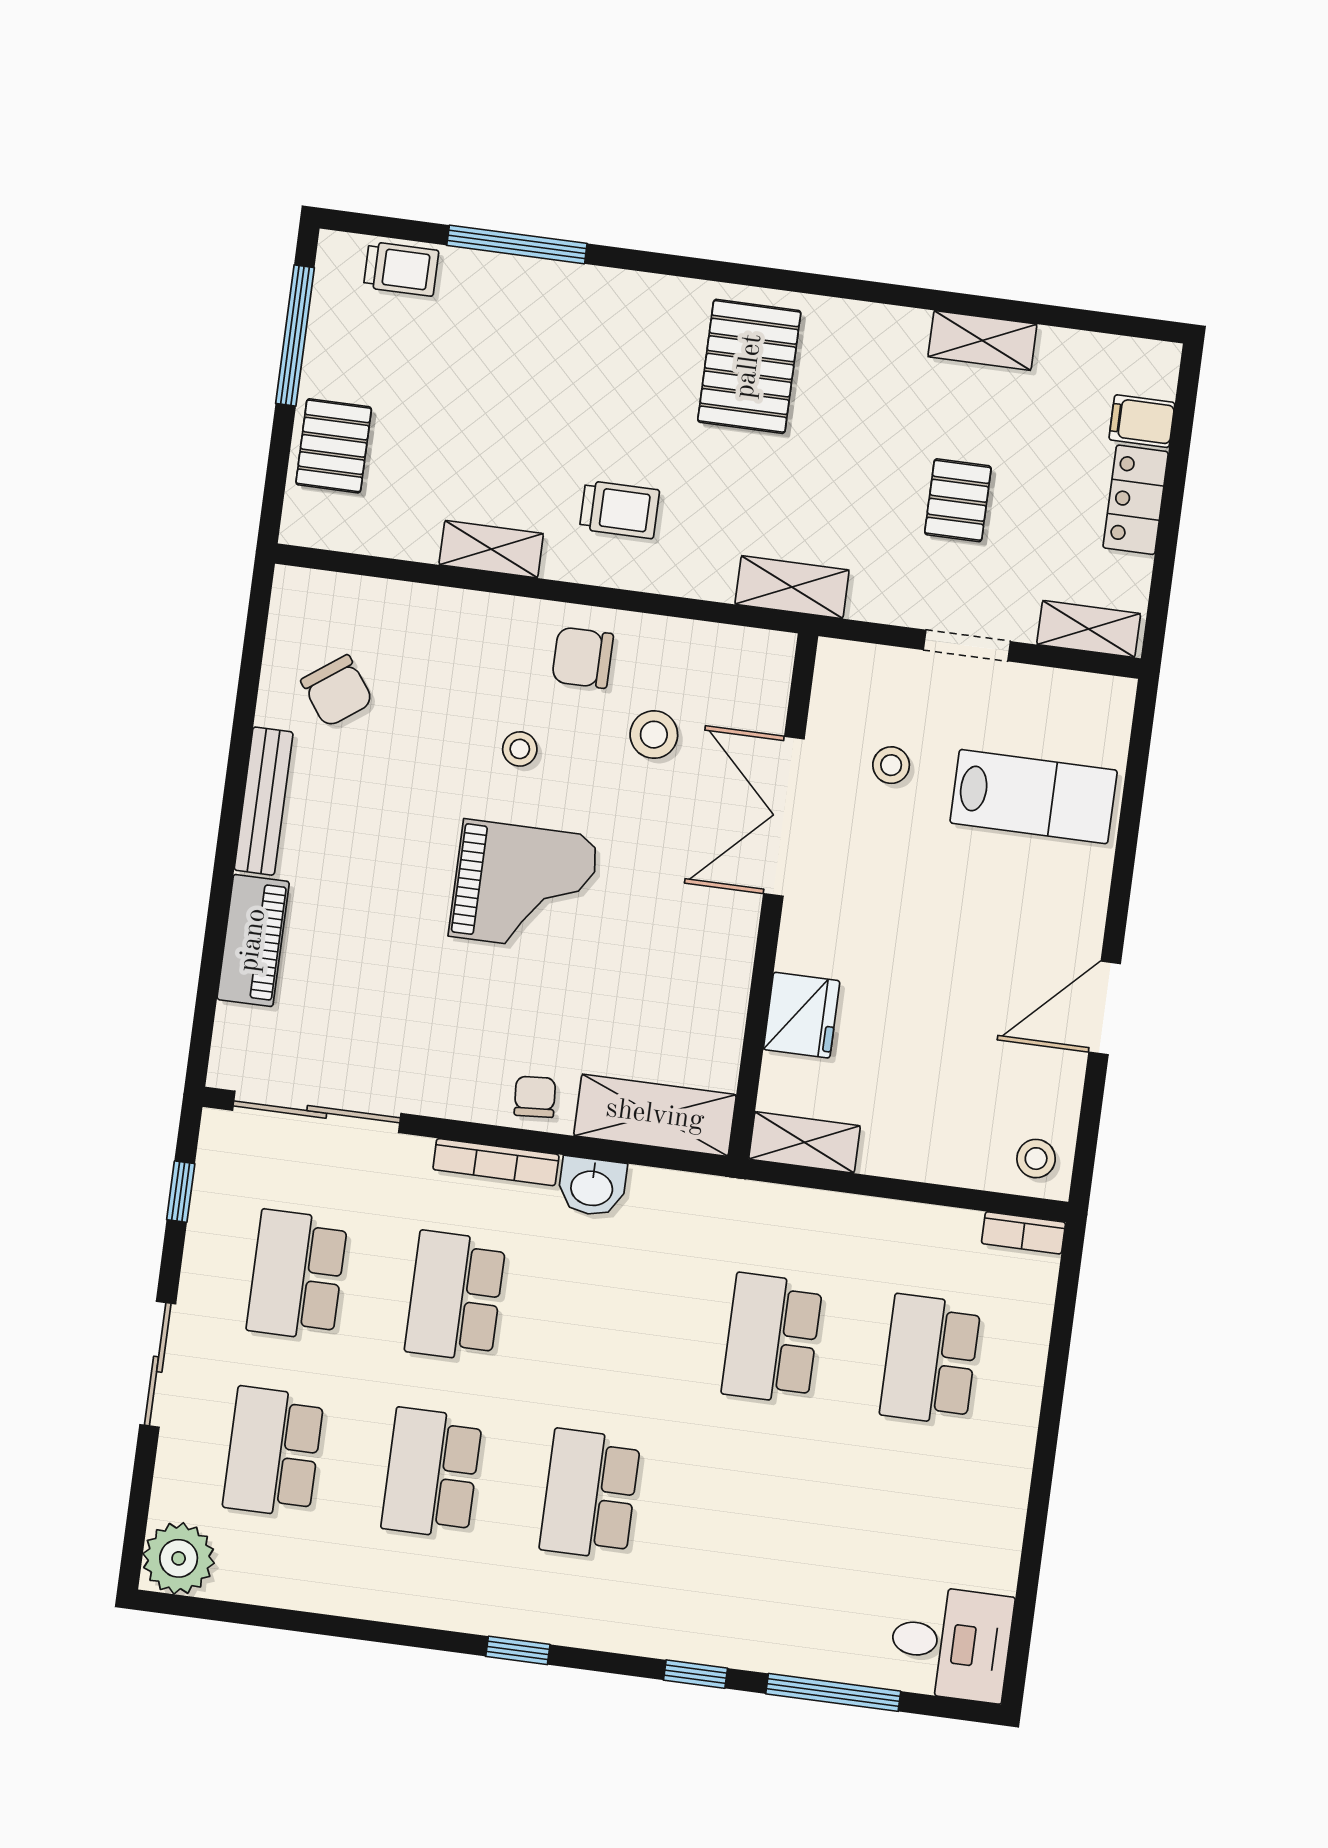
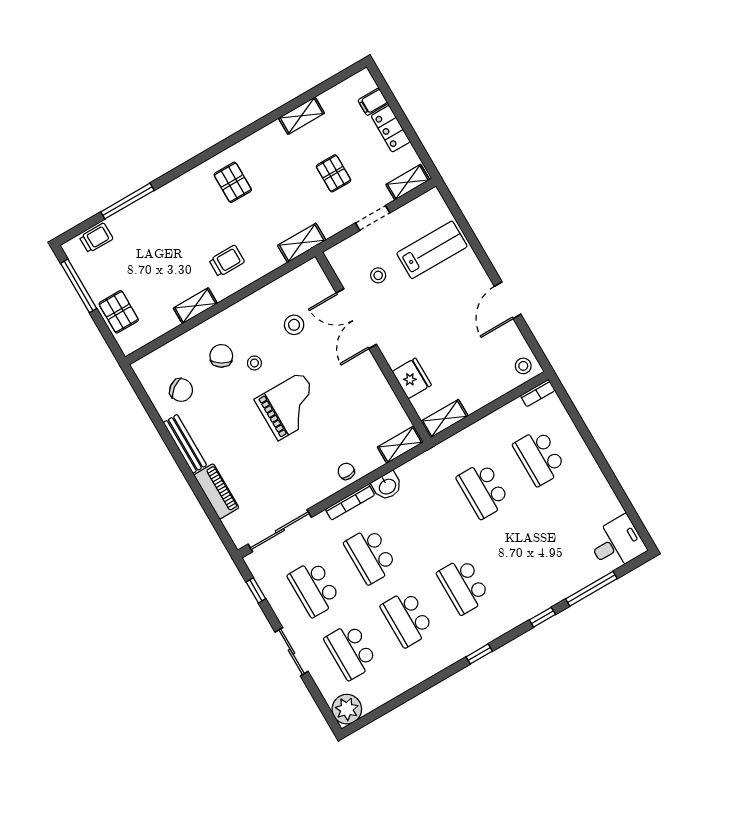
pallet: (749, 366) -> (233, 182), width x0.67, depth x0.71
chair: (583, 658) -> (221, 356), moved, turned 122
shelving: (655, 1115) -> (400, 445), width x0.67, depth x0.75

